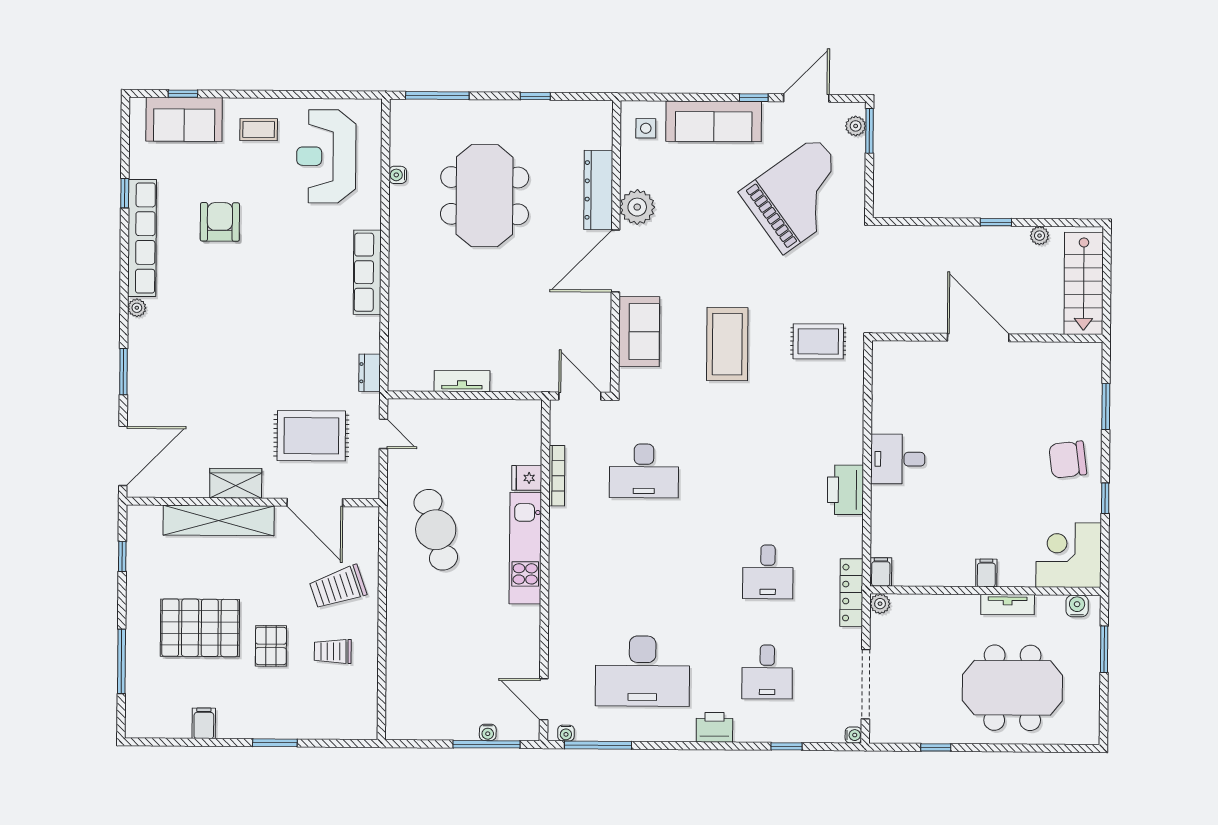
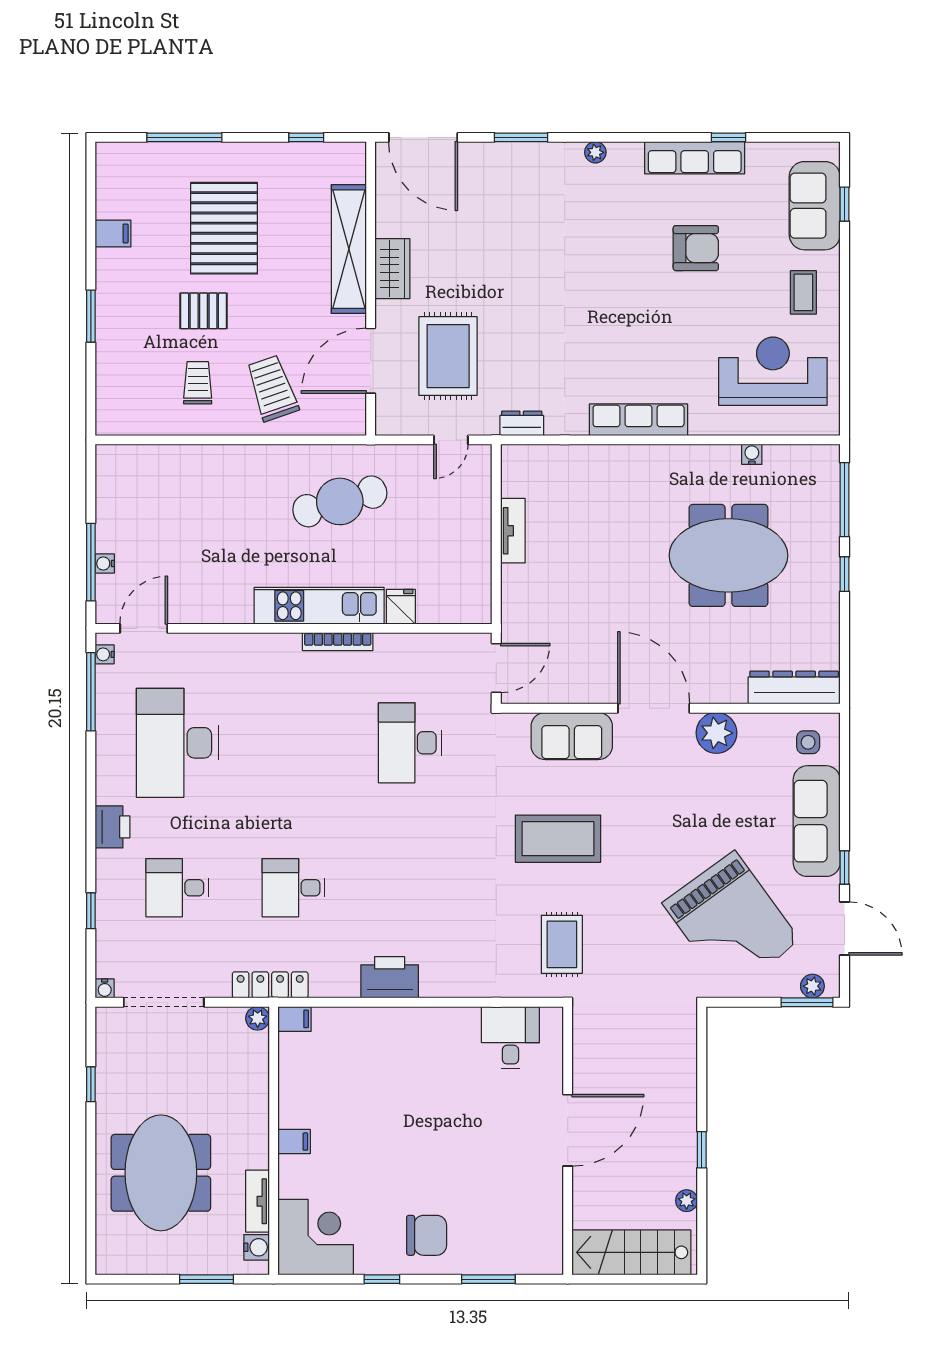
window: (535, 96) -> (844, 574), moved
dresser: (598, 190) -> (794, 687), moved
row of seats: (142, 238) -> (695, 158), width x0.73
desk: (898, 459) -> (510, 1038), moved
chair: (1068, 460) -> (427, 1235), turned 97
bookcase: (557, 476) -> (338, 642), moved
tv unit: (1008, 605) -> (257, 1201), moved

